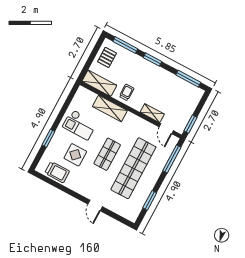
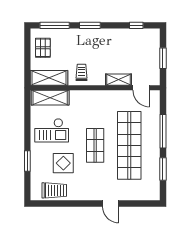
window: (188, 79) -> (136, 25), width x0.46
shelving: (110, 108) -> (50, 98), moved
window: (190, 124) -> (163, 58), moved
window: (172, 159) -> (163, 131), moved

